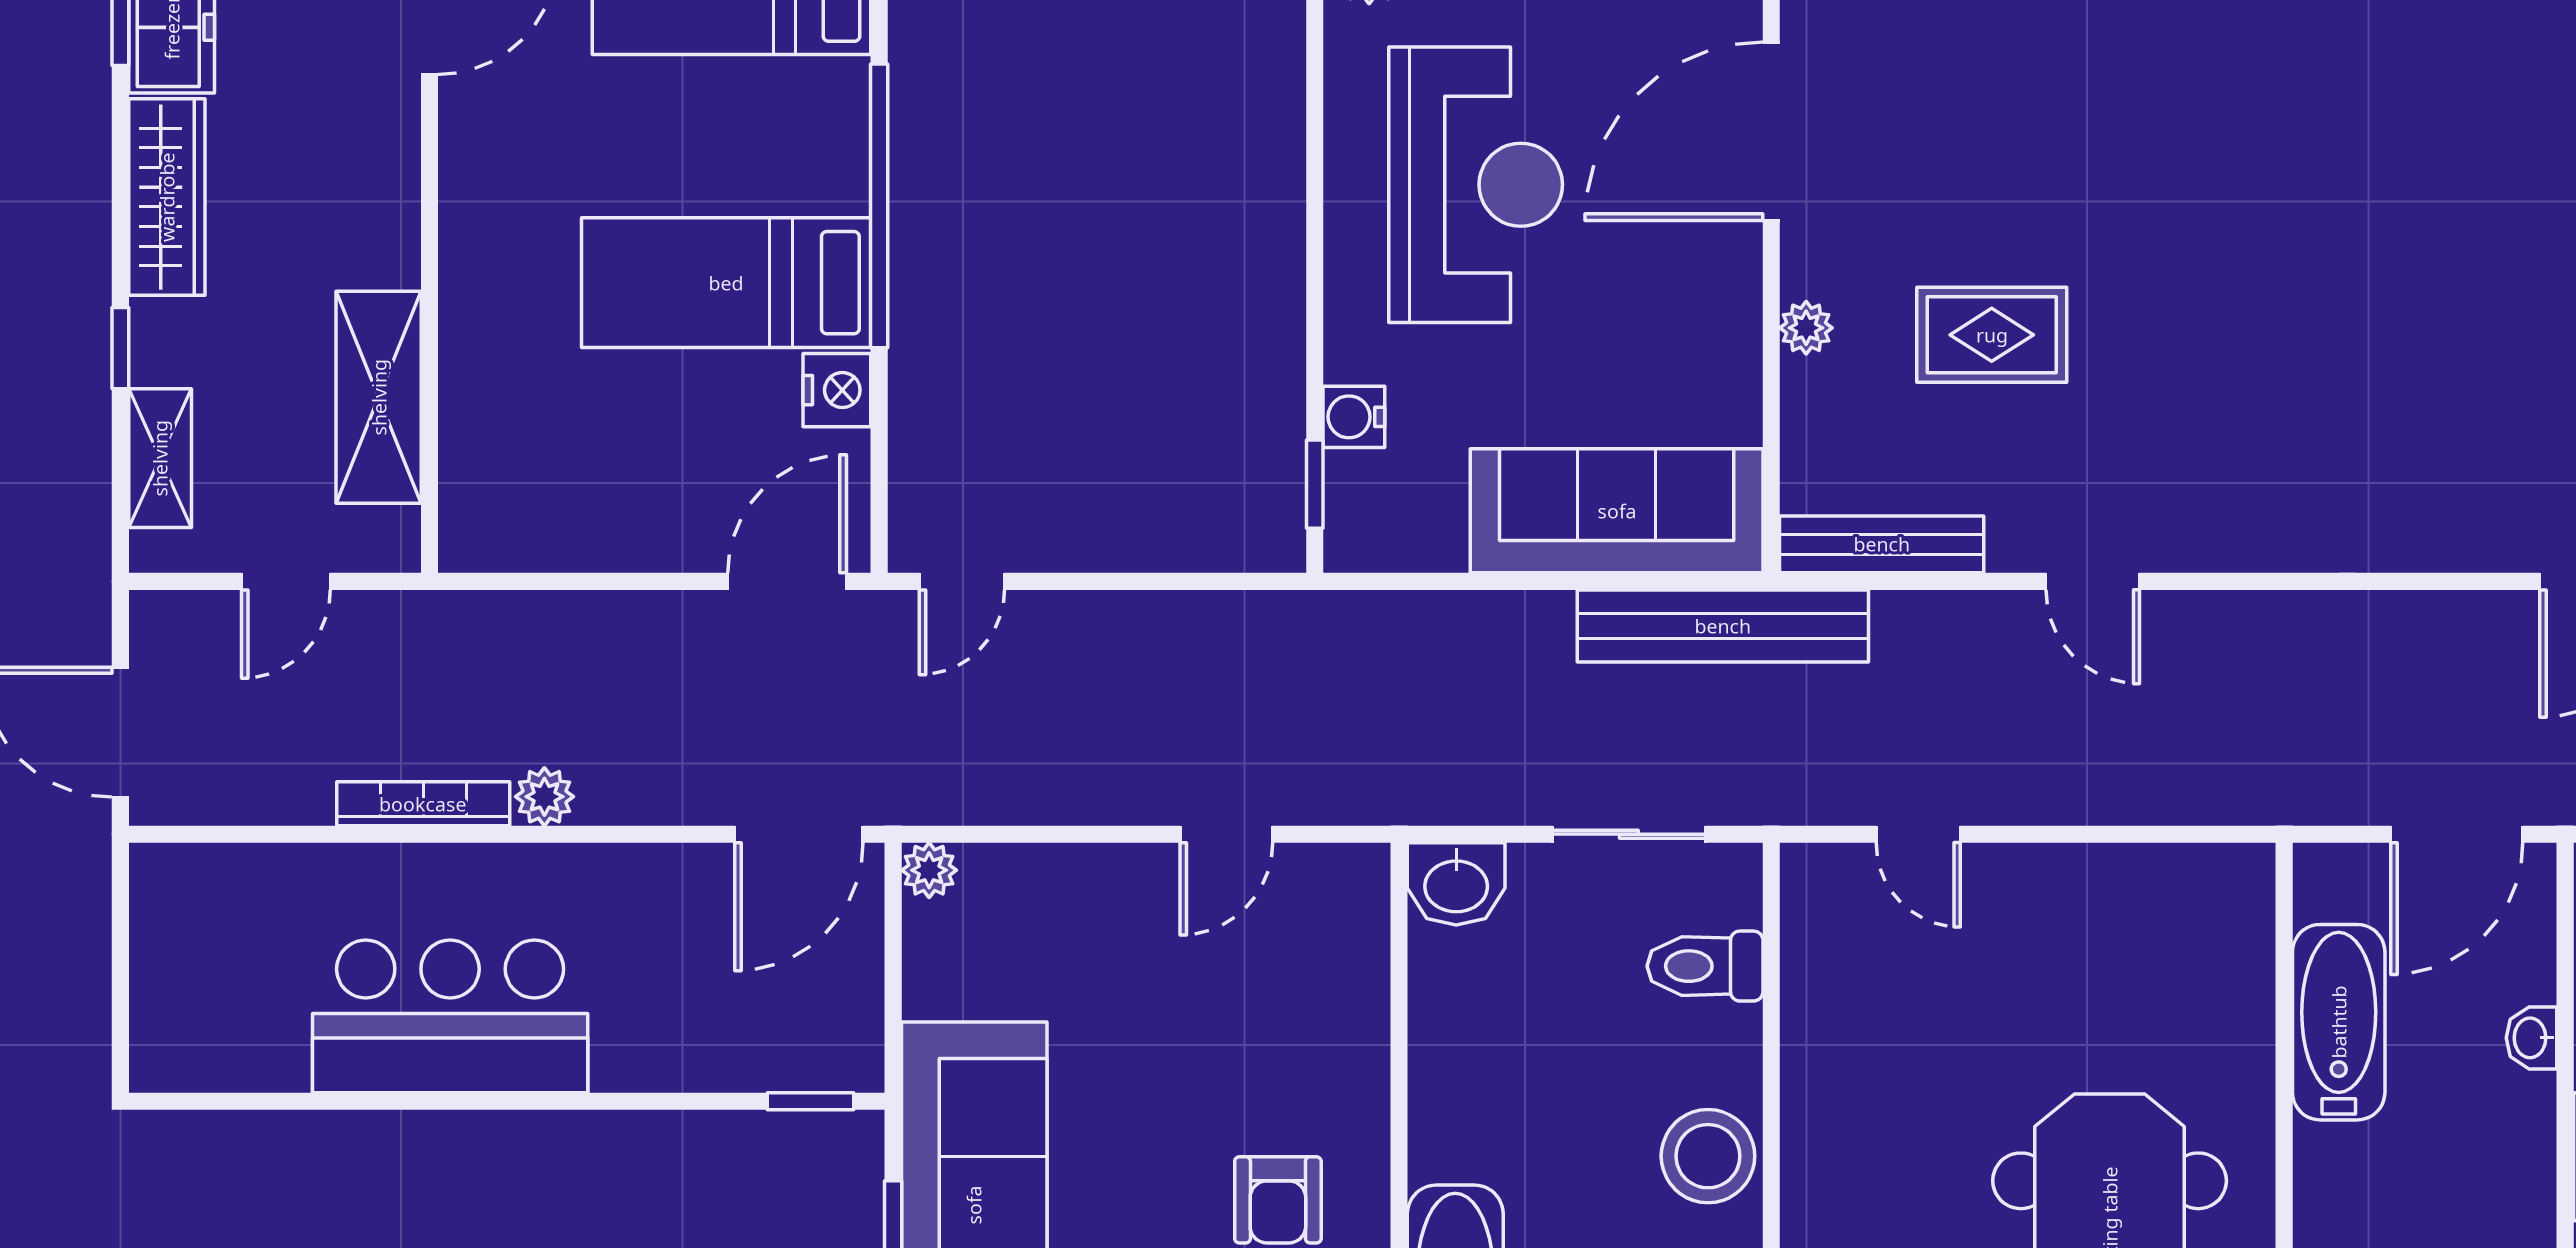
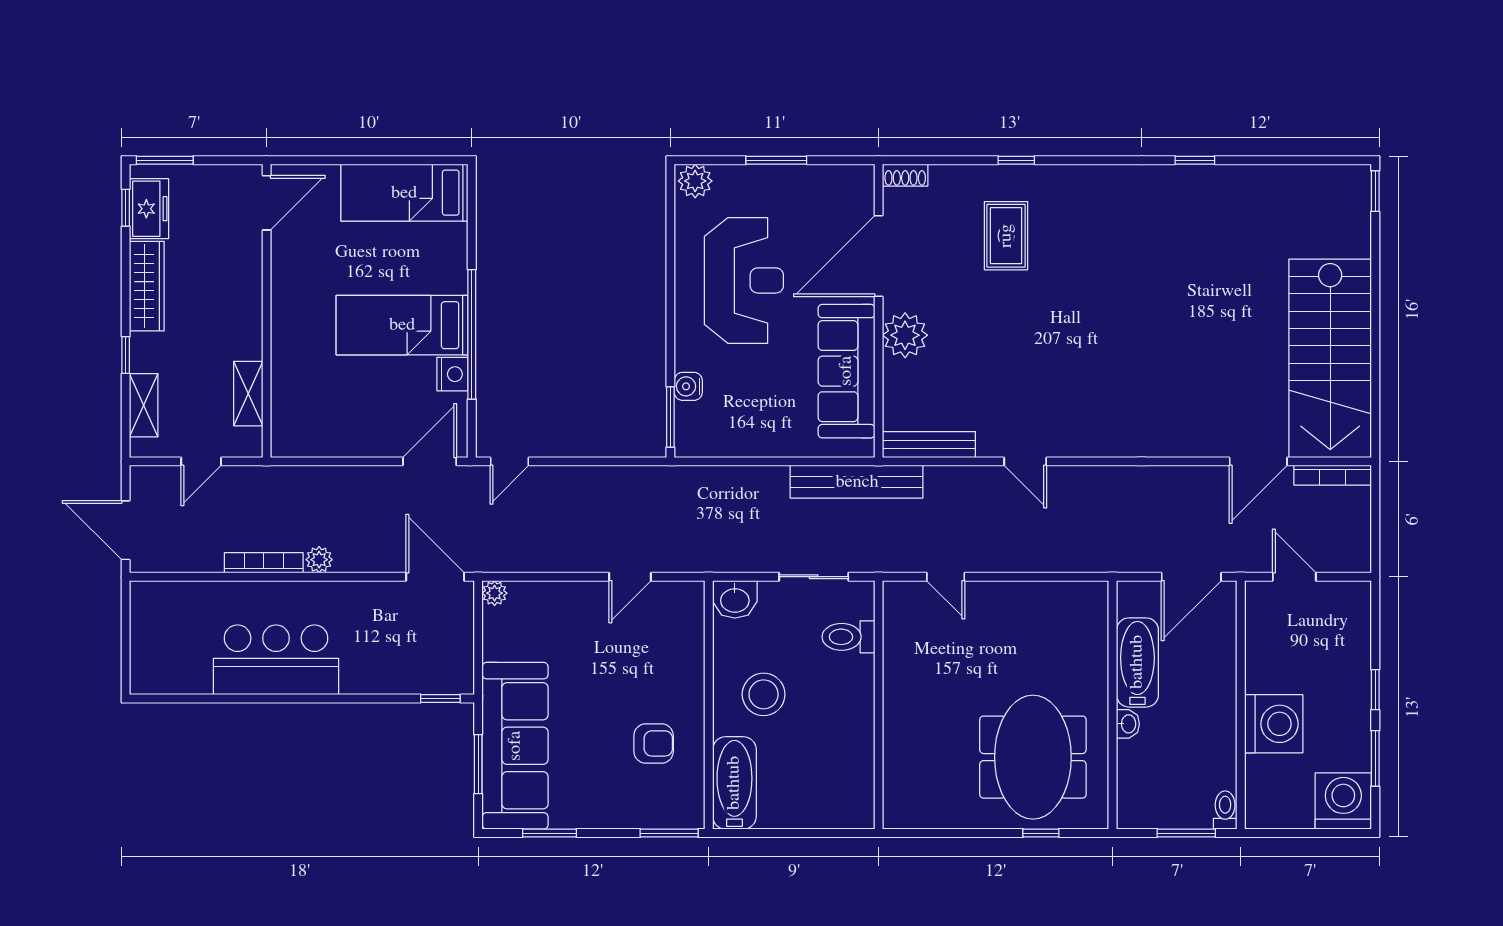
window: (879, 206) -> (472, 334), moved
plant: (1806, 328) -> (905, 335), width x1.87, depth x1.87
rug: (1992, 335) -> (1006, 236), moved, turned 90
shelving: (379, 397) -> (248, 394), width x0.67, depth x0.75
window: (1315, 484) -> (670, 417), width x1.50
sofa: (1617, 511) -> (846, 371), moved, turned -90
door: (799, 834) -> (435, 577), swing flipped
washbasin: (2532, 1038) -> (1128, 724), moved, turned 180
stool: (1708, 1156) -> (764, 694), moved
armchair: (1278, 1200) -> (654, 743), turned -90

